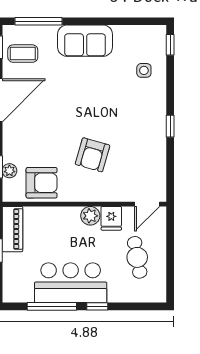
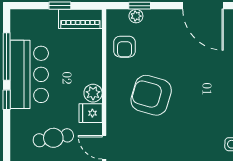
armchair: (93, 155) -> (151, 95), width x1.36, depth x1.36
armchair: (42, 183) -> (125, 47), width x0.72, depth x0.72

